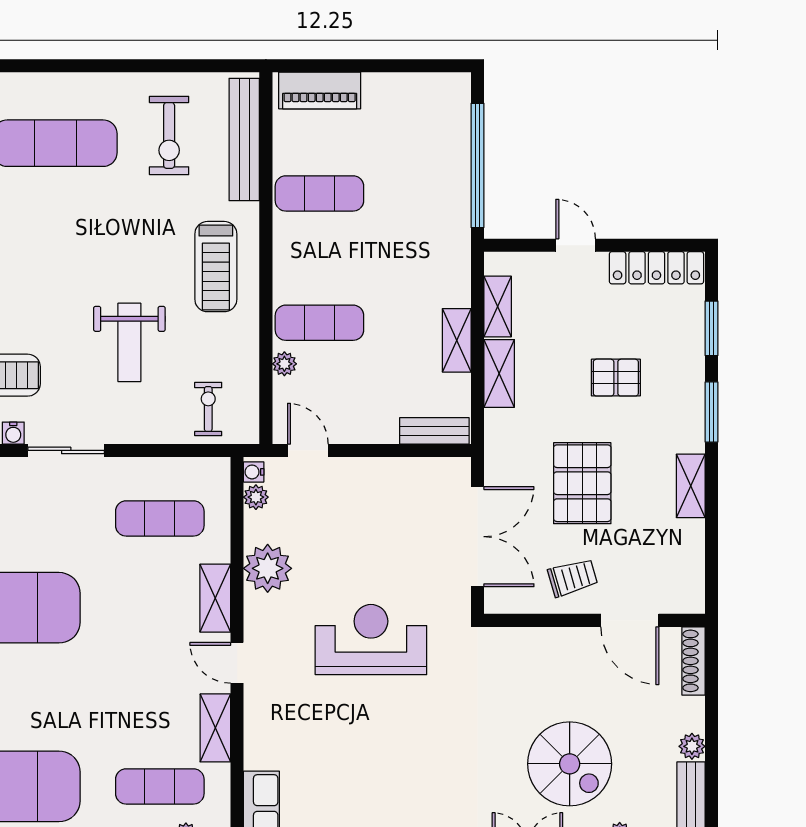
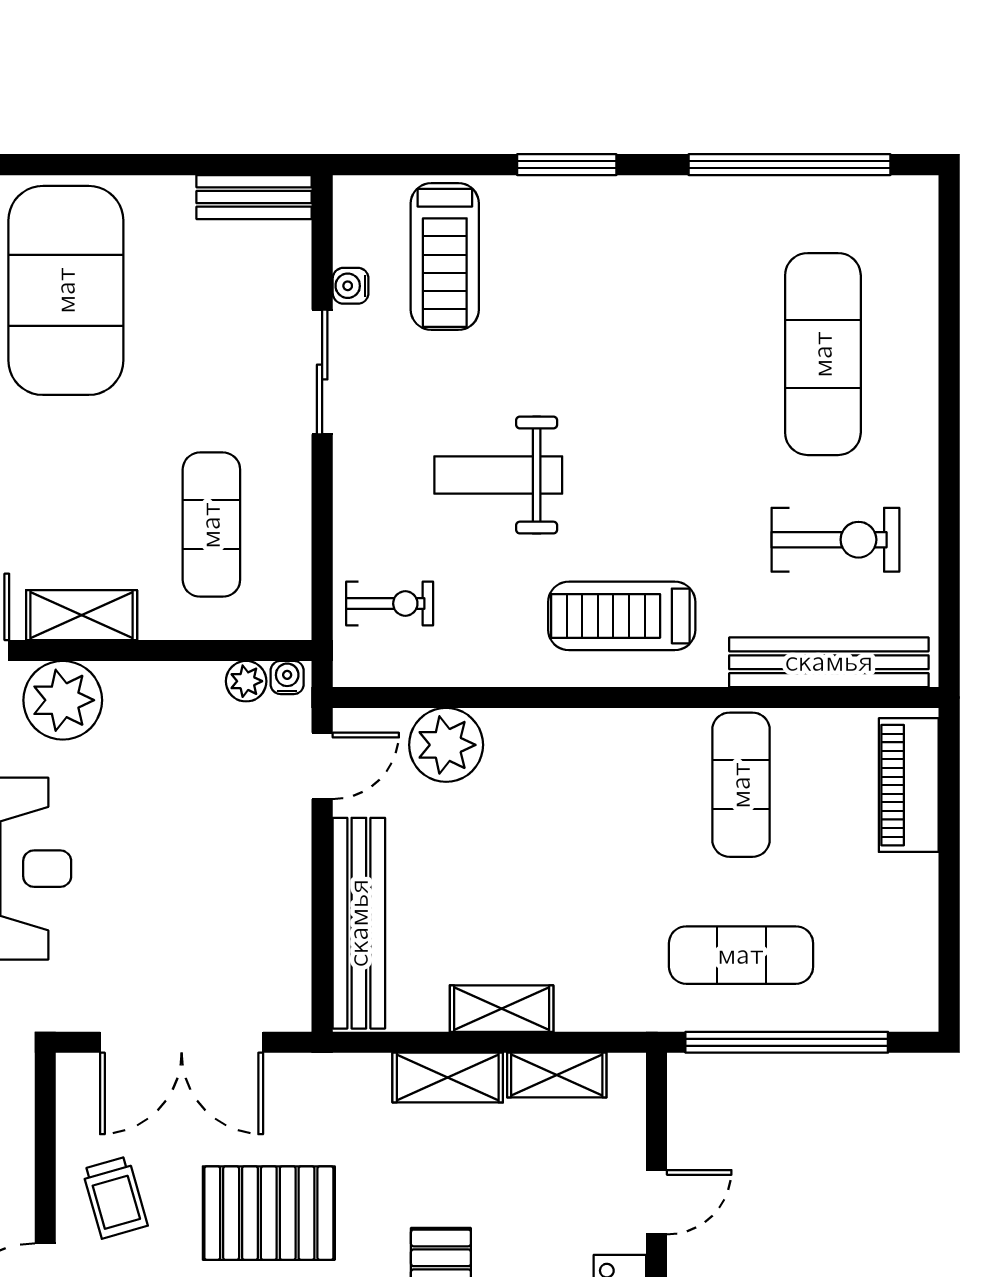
exercise bike: (169, 135) -> (835, 540), turned 180
exercise mat: (319, 323) -> (741, 955), moved, turned 90
plant: (284, 364) -> (446, 745), width x1.87, depth x1.87
bench: (434, 431) -> (359, 923), width x1.86, depth x1.21
plant: (268, 568) -> (63, 700), moved

